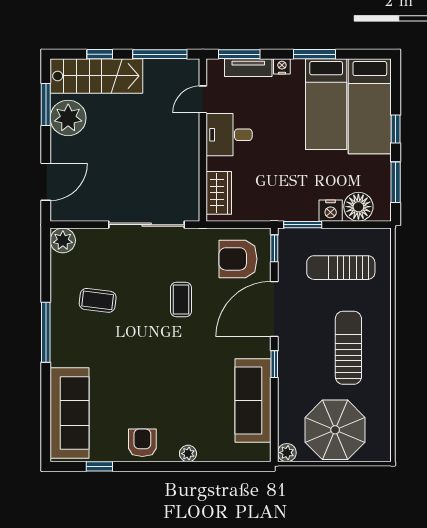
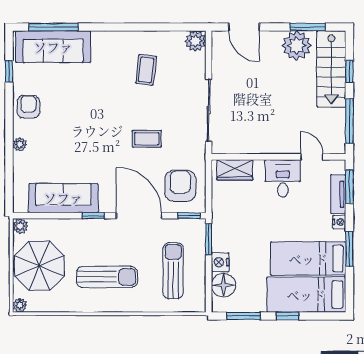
window: (46, 332) -> (53, 27), moved
armchair: (142, 443) -> (28, 107), turned -90
plant: (383, 454) -> (20, 305), added

